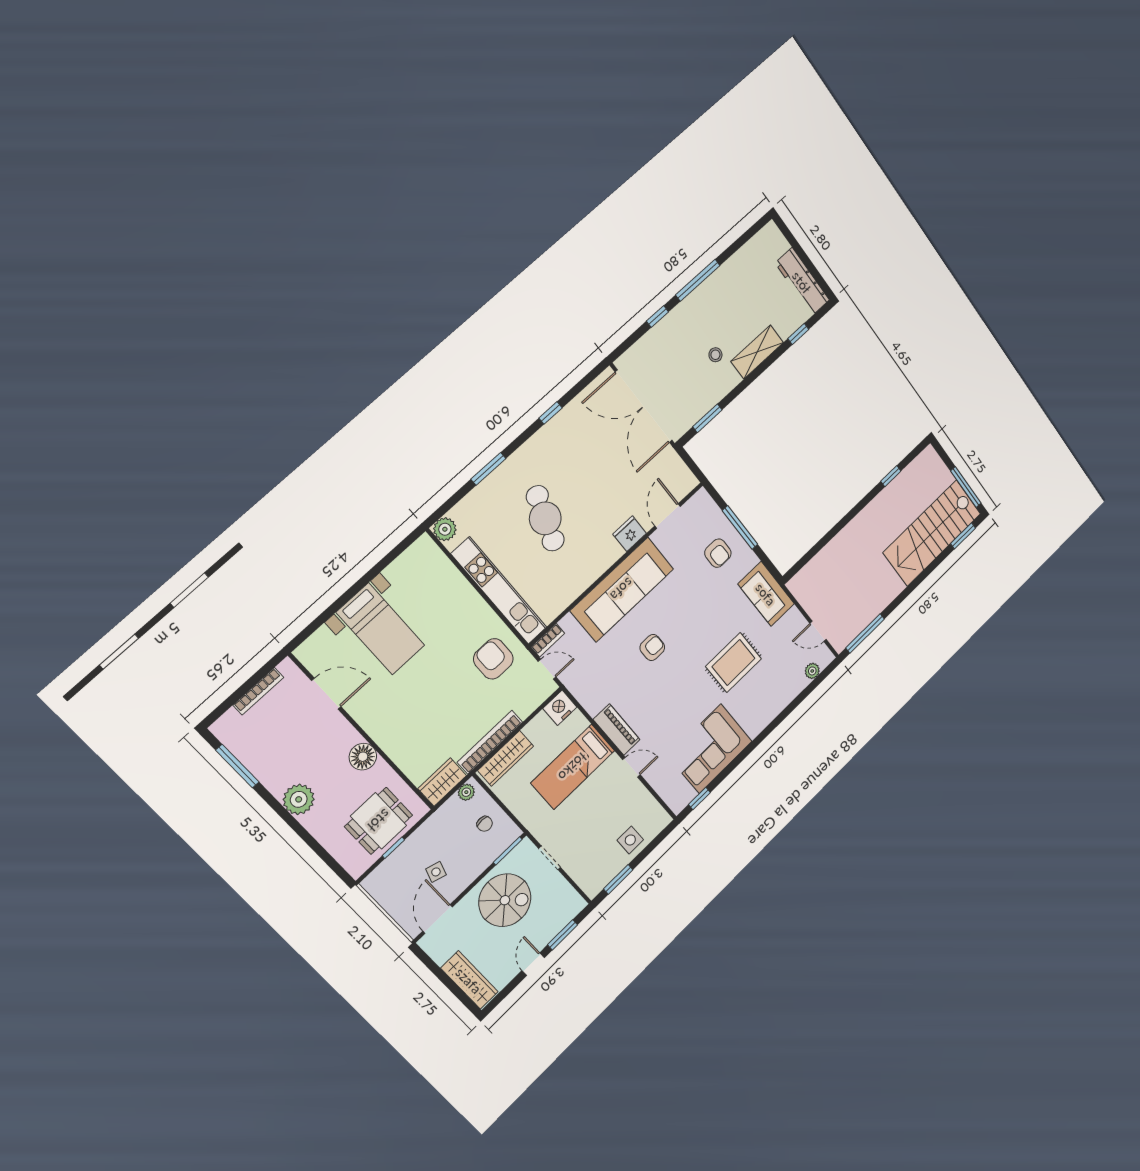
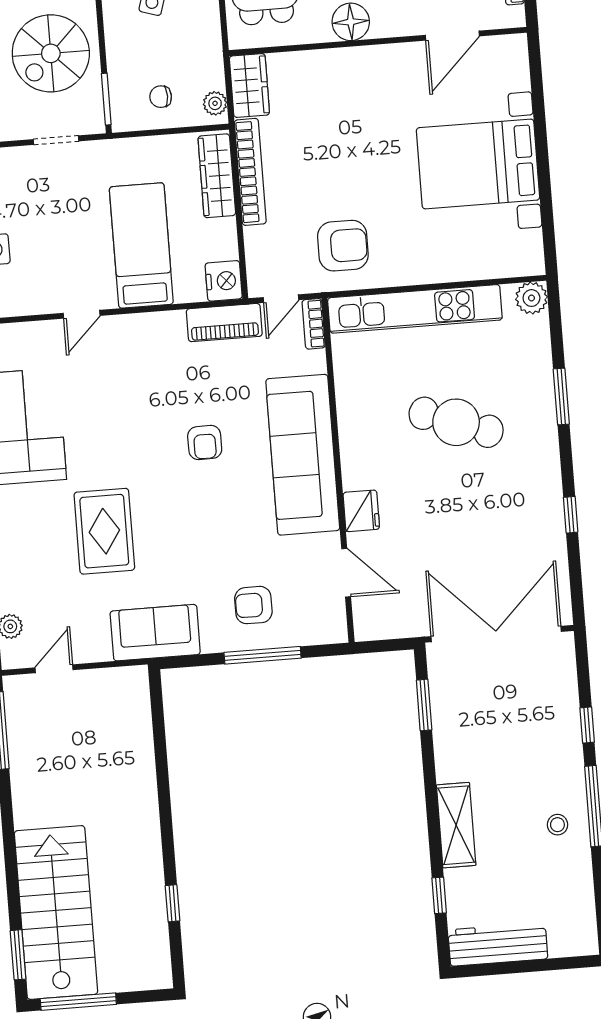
stool: (715, 355) -> (557, 825), moved
bed with nightstands: (381, 629) -> (478, 164), width x1.36
piano: (617, 730) -> (224, 323), moved

